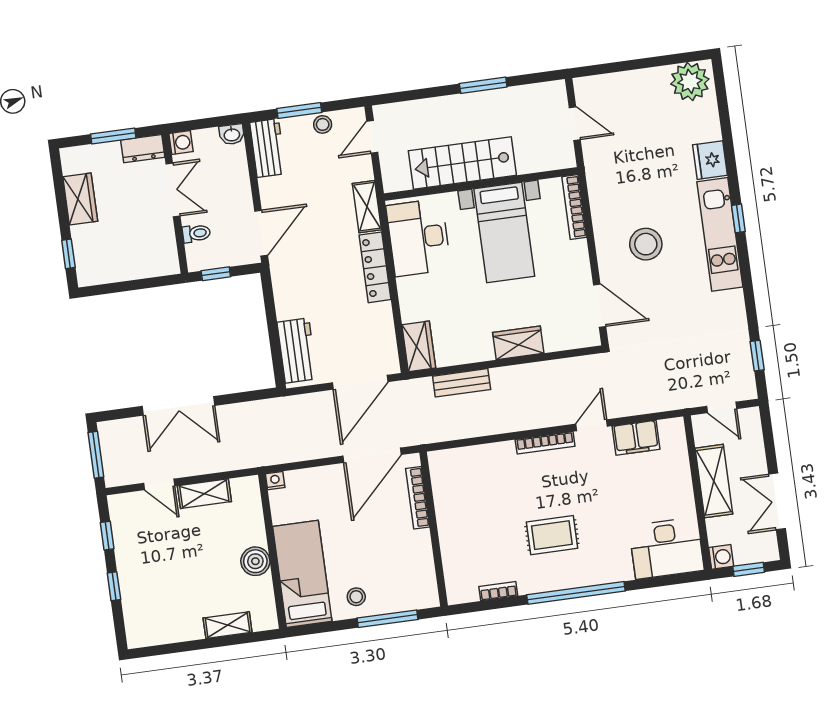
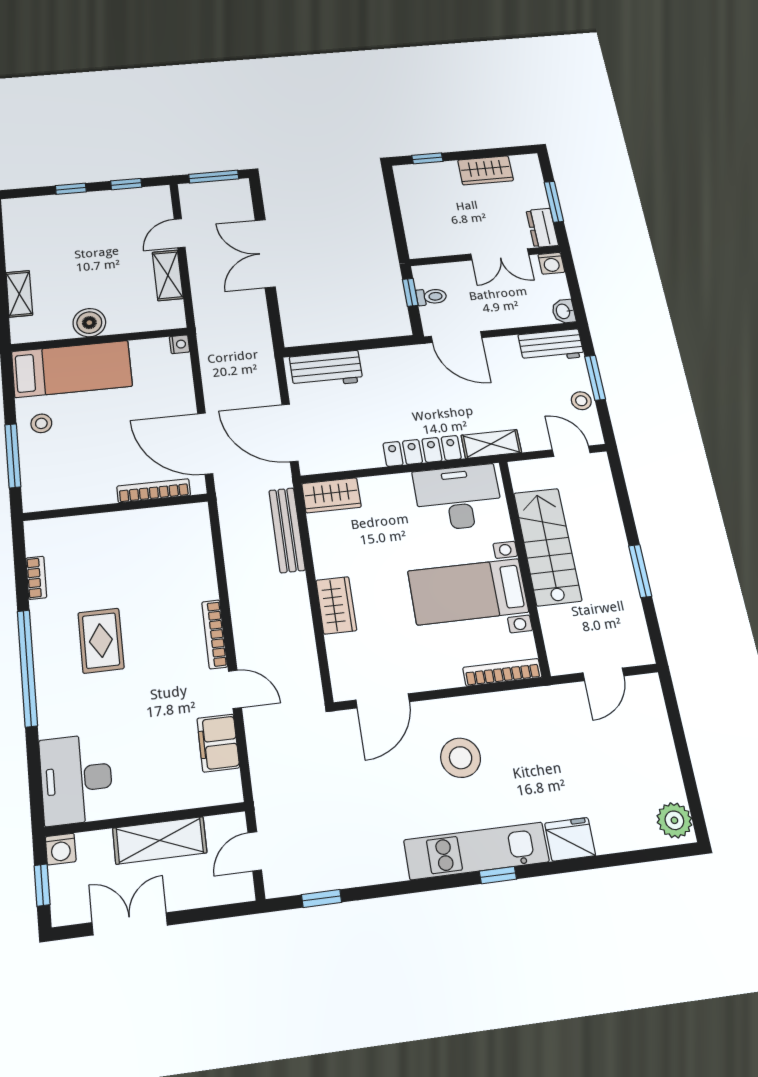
plant: (690, 81) -> (674, 820), width x0.73, depth x0.73
toilet: (196, 233) -> (431, 297), moved, turned -90
bench: (462, 383) -> (287, 530), width x1.36

